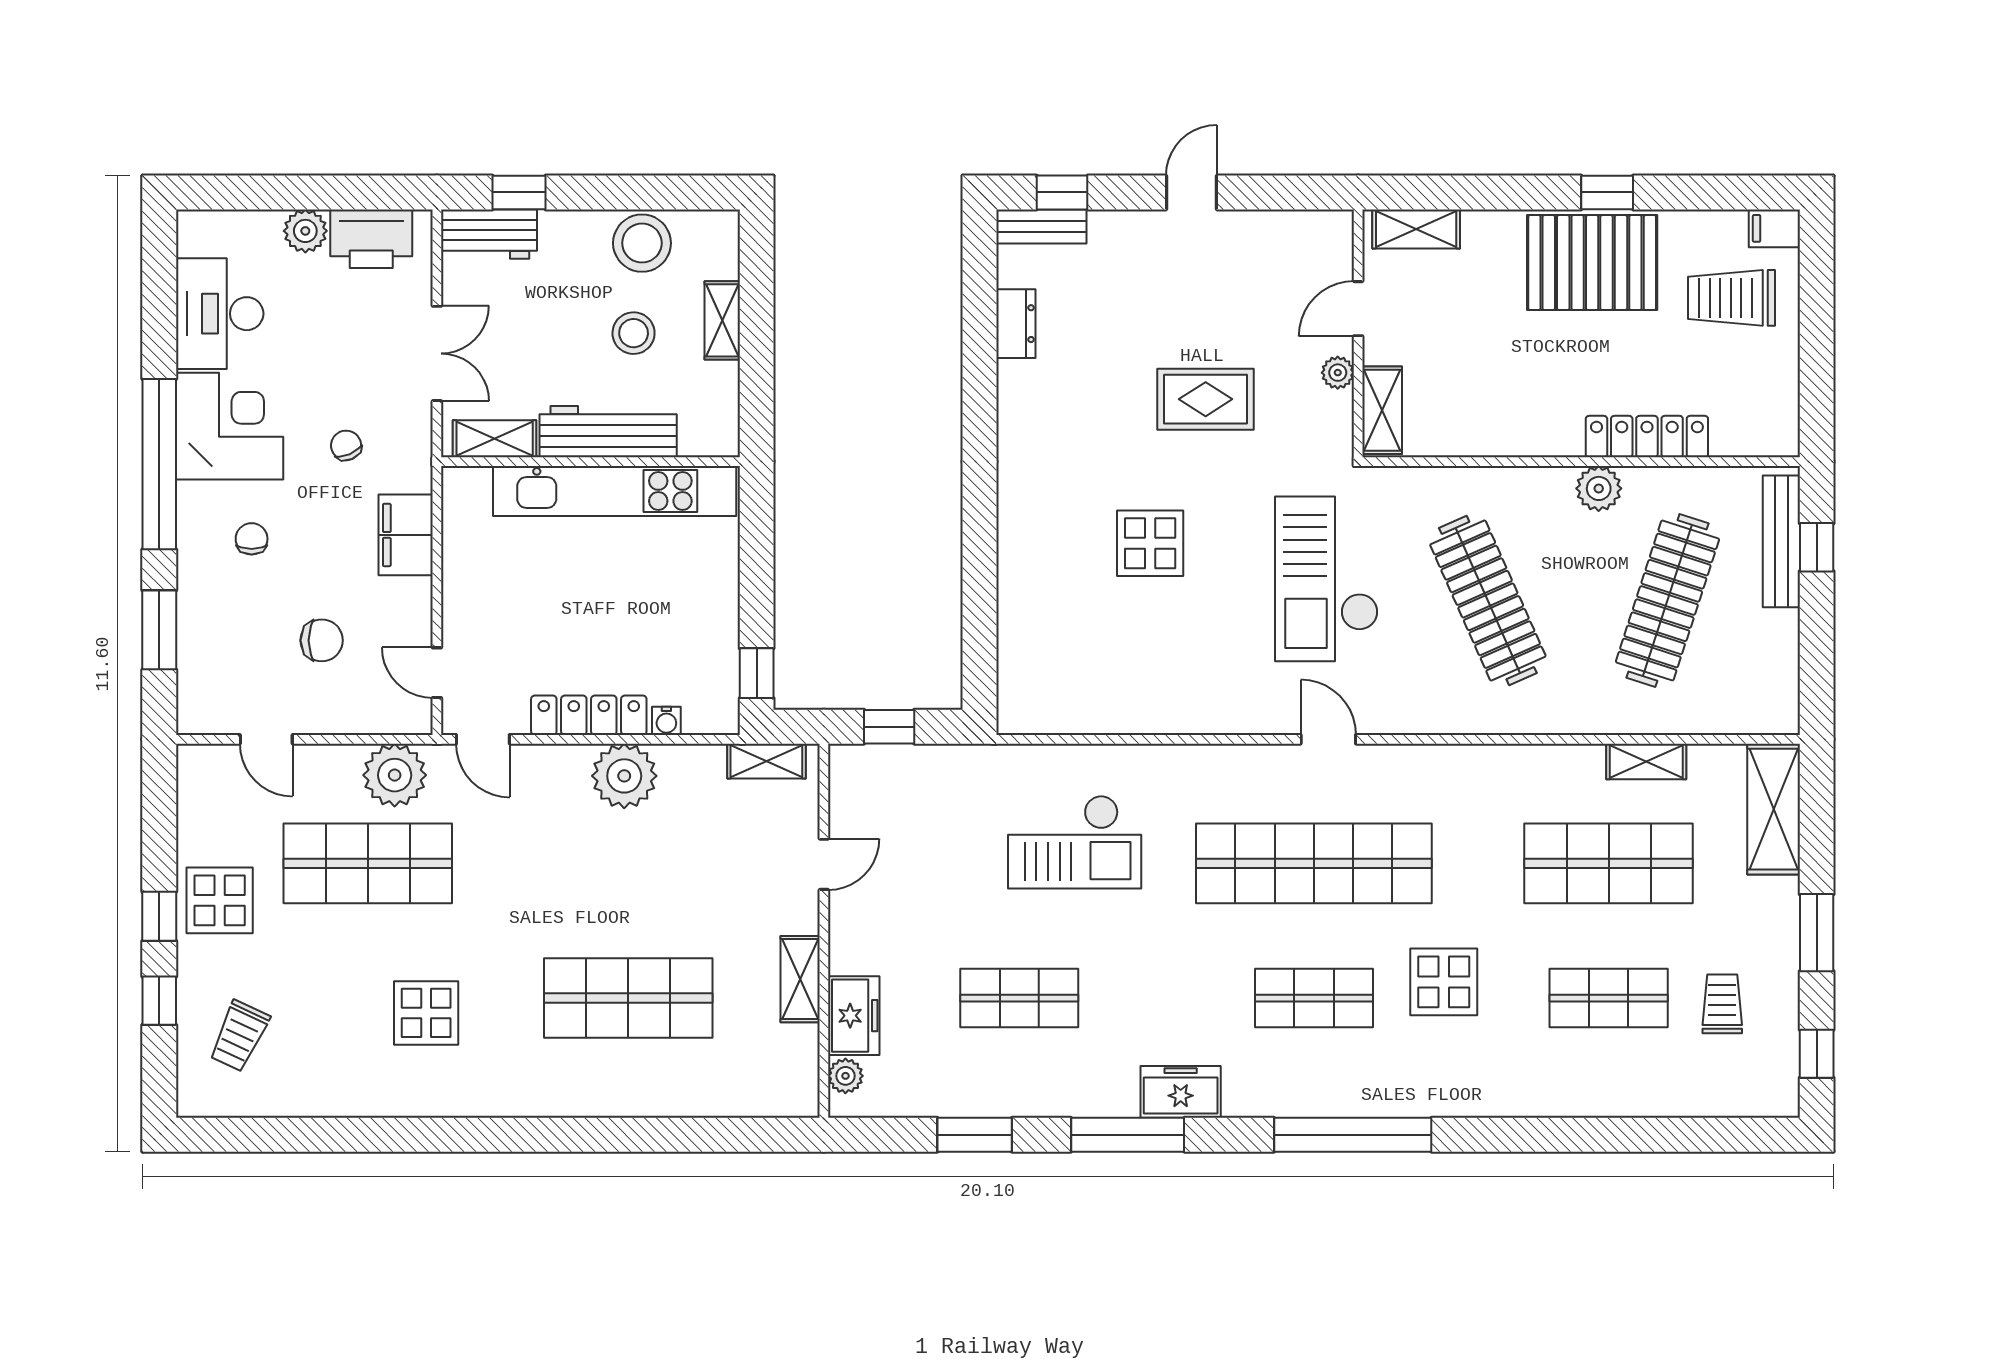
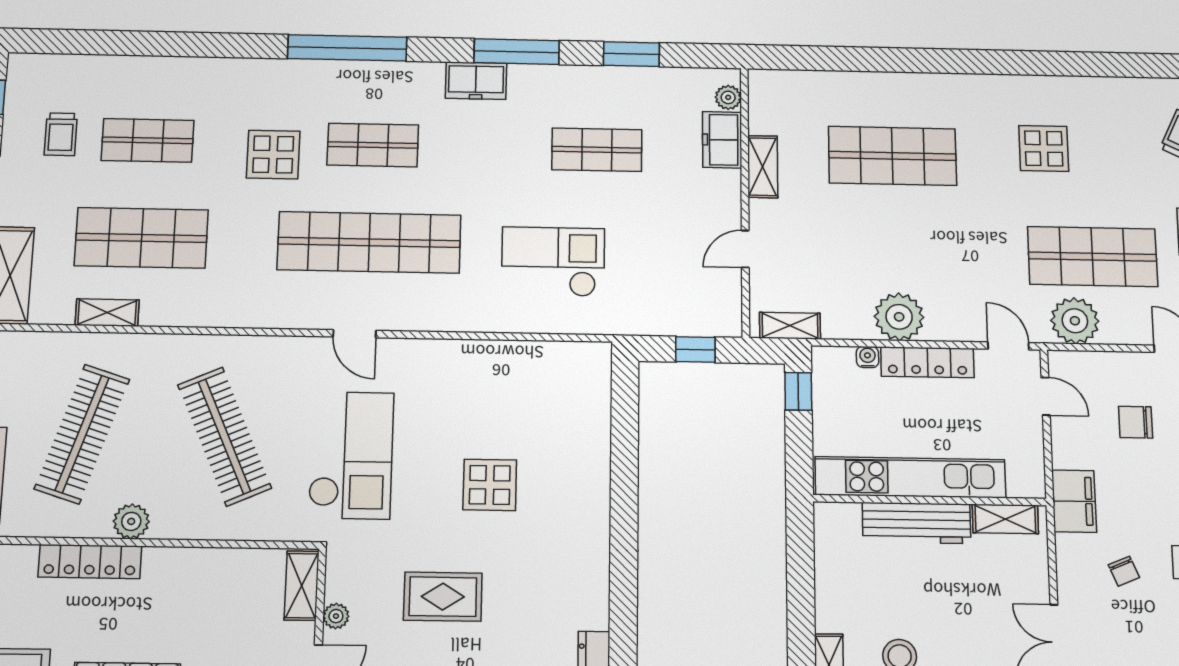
workbench: (608, 432) -> (917, 523), moved
shelving: (495, 439) -> (1005, 519), moved
wall: (590, 462) -> (930, 500), moved
kitchen unit: (615, 491) -> (910, 477), moved

